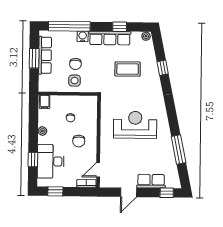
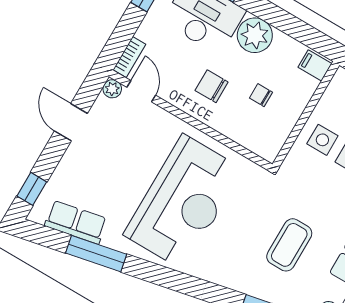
reception desk: (135, 125) -> (183, 202), width x1.36, depth x1.30
plant: (42, 131) -> (255, 35), width x1.87, depth x1.87
row of seats: (151, 181) -> (76, 222), moved, turned -102
plant: (104, 183) -> (112, 89), added

